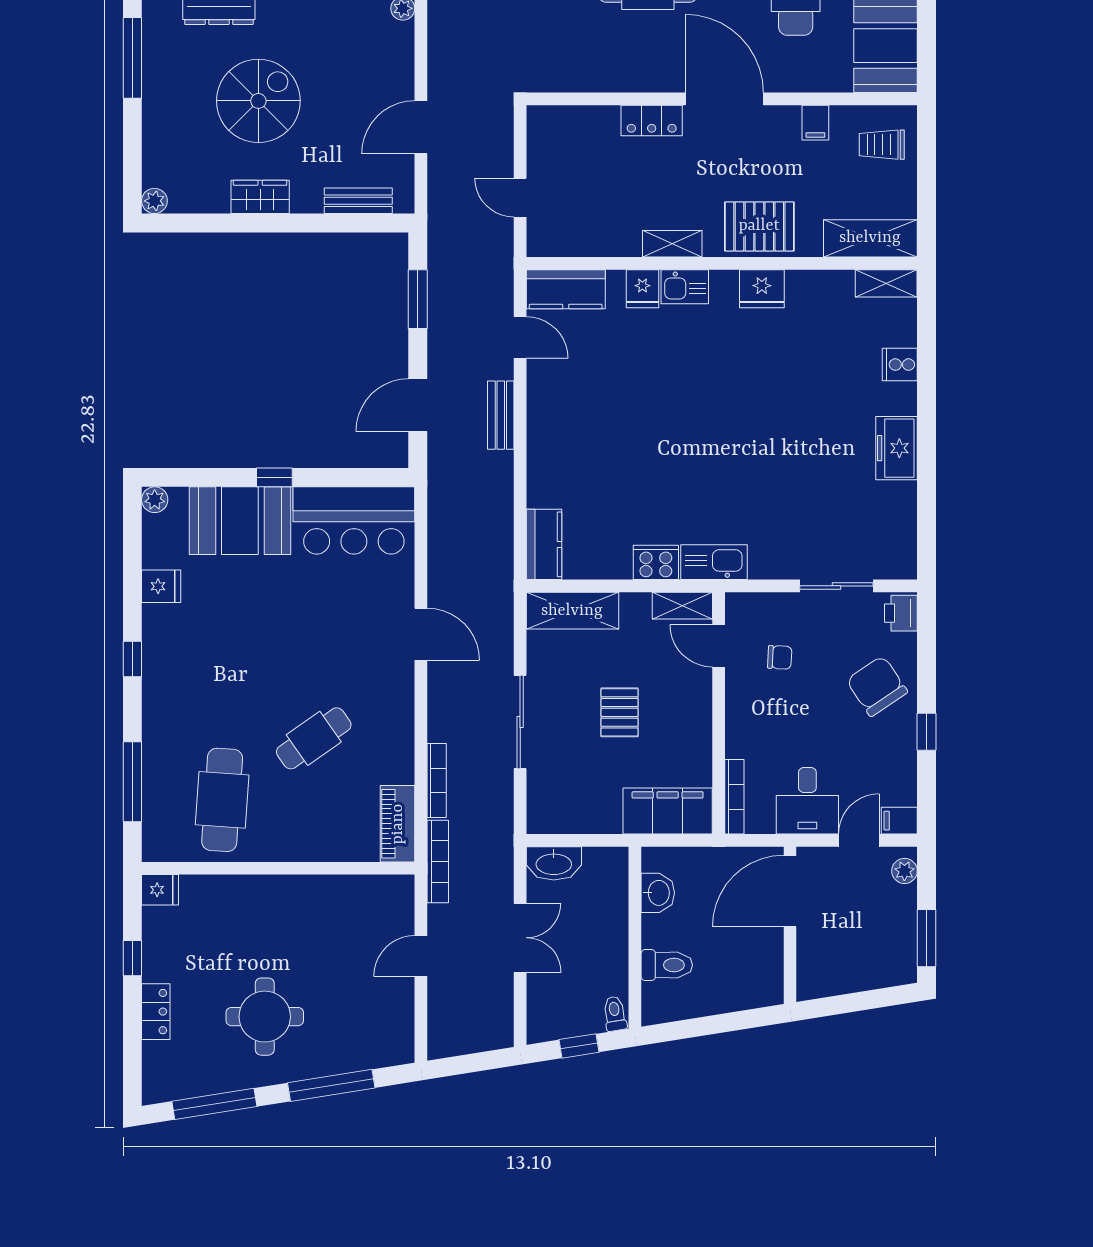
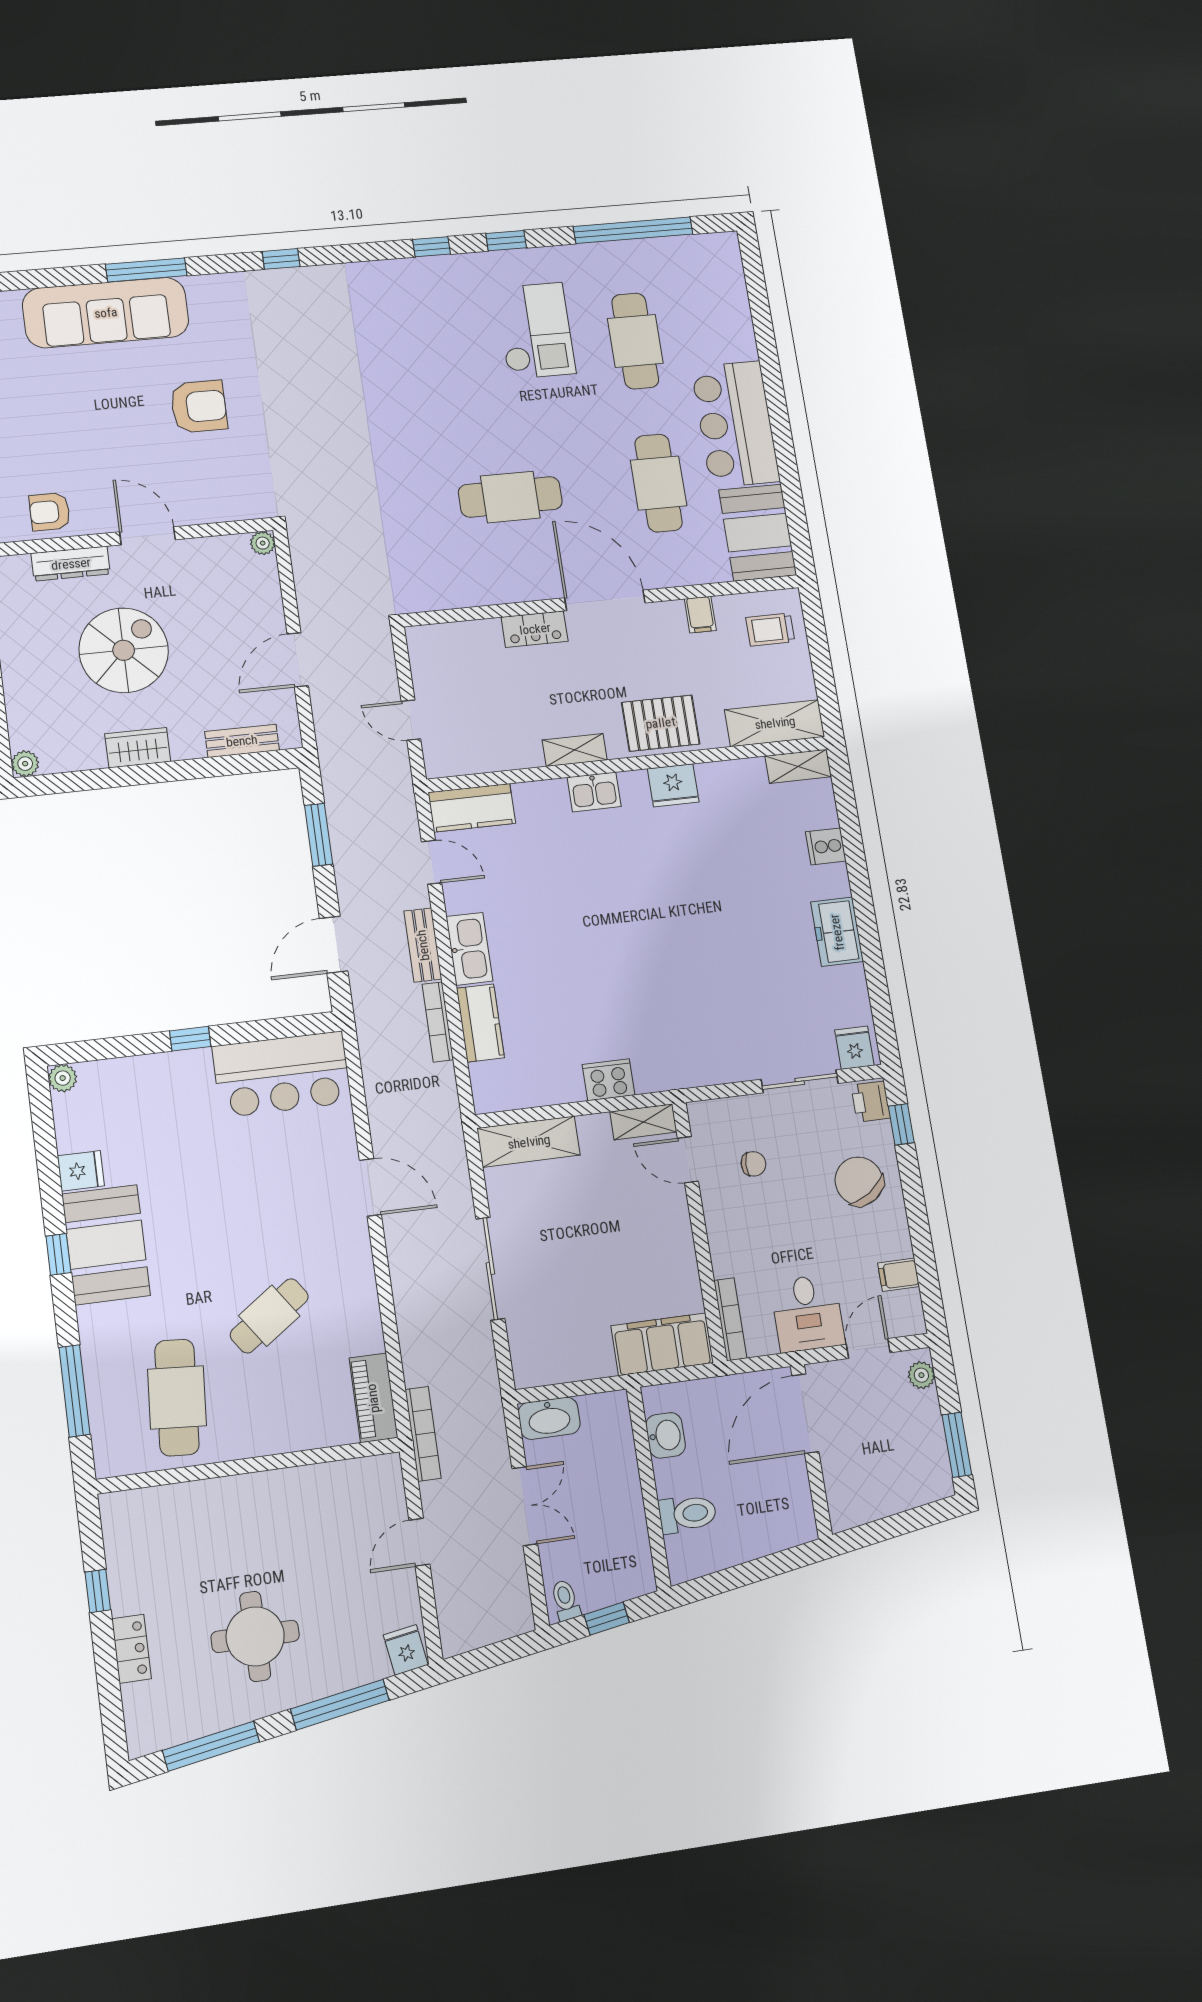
fridge: (642, 289) -> (854, 1048), moved, turned 180
booth: (240, 521) -> (106, 1245), moved, turned 90
kitchen counter: (544, 544) -> (480, 1023), moved
kitchen sink: (714, 562) -> (469, 949), moved, turned 90
pallet: (619, 712) -> (595, 1244), removed
window: (926, 732) -> (901, 1124), moved
bookcase: (437, 780) -> (438, 1022), moved, turned 180
filing cabinet: (899, 821) -> (899, 1275), moved
fridge: (160, 890) -> (406, 1650), moved, turned -99
toilet: (615, 1014) -> (566, 1600), moved

